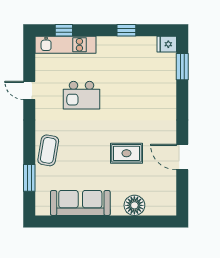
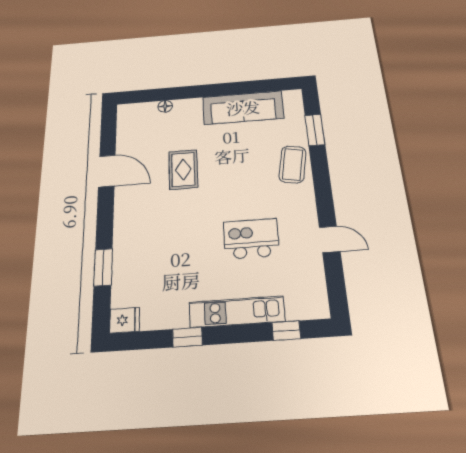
kitchen unit: (66, 45) -> (237, 312), moved
window: (182, 67) -> (103, 267), moved
rug: (126, 153) -> (183, 169), turned 90
floor lamp: (134, 205) -> (165, 106), width x0.53, depth x0.53

